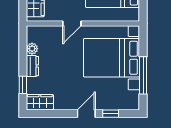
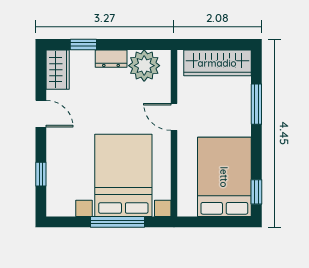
plant: (32, 49) -> (144, 66), width x1.88, depth x1.88
window: (143, 75) -> (118, 222), moved
door: (86, 114) -> (41, 114), moved

